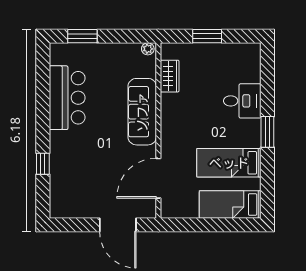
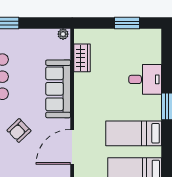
window: (207, 36) -> (127, 23), moved
armchair: (97, 160) -> (19, 131), added

